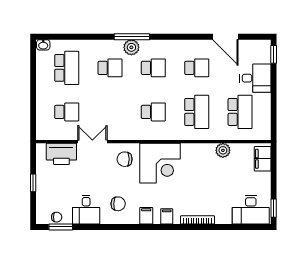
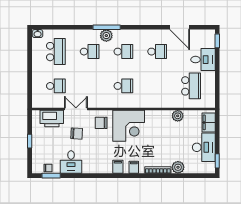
school desk: (197, 112) -> (157, 86), removed
chair: (118, 204) -> (77, 134), moved
desk: (251, 210) -> (204, 147), moved, turned -90
plant: (223, 216) -> (178, 167), added

